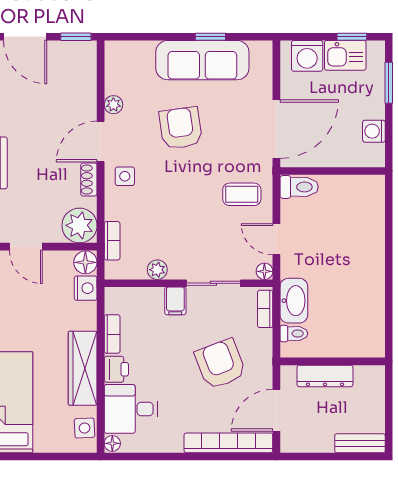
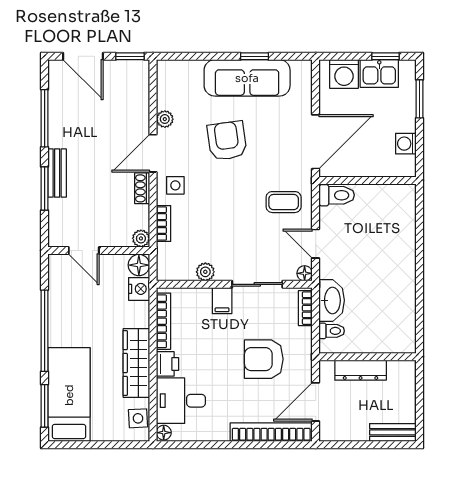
plant: (80, 225) -> (141, 238), width x0.53, depth x0.53
bookcase: (112, 241) -> (164, 224), moved
bookcase: (112, 334) -> (164, 321), width x1.56
armchair: (220, 364) -> (264, 359), turned -69

